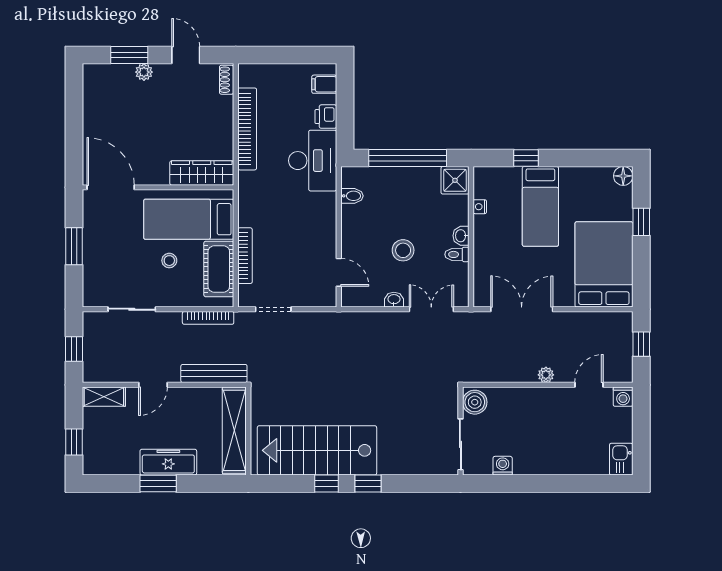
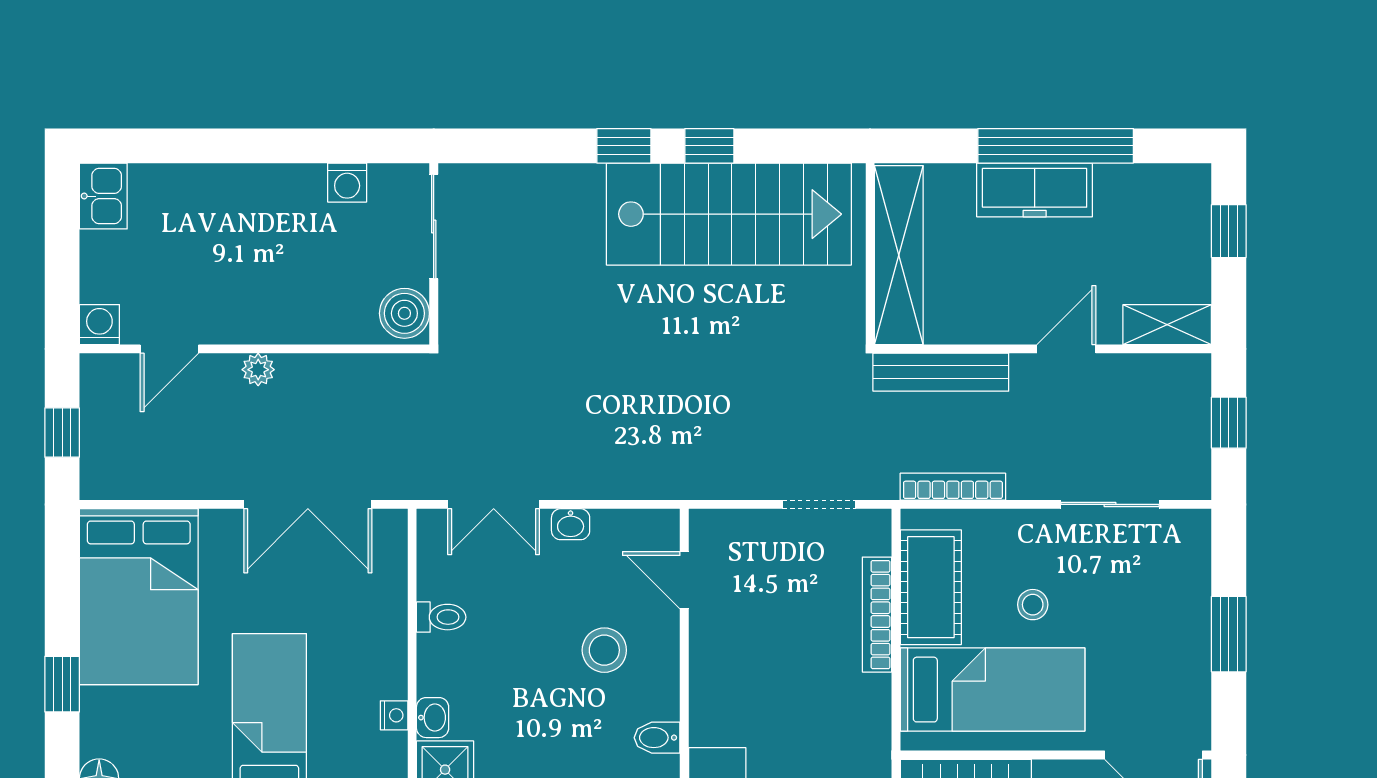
washbasin: (461, 236) -> (433, 718), moved
stool: (403, 250) -> (604, 650), moved
window: (158, 484) -> (1056, 146), width x2.11

